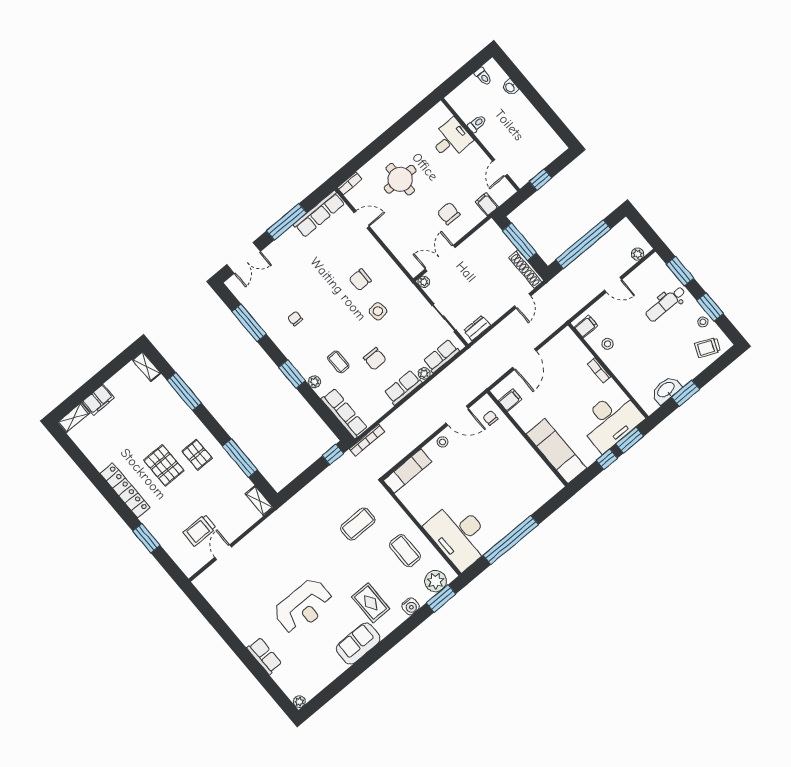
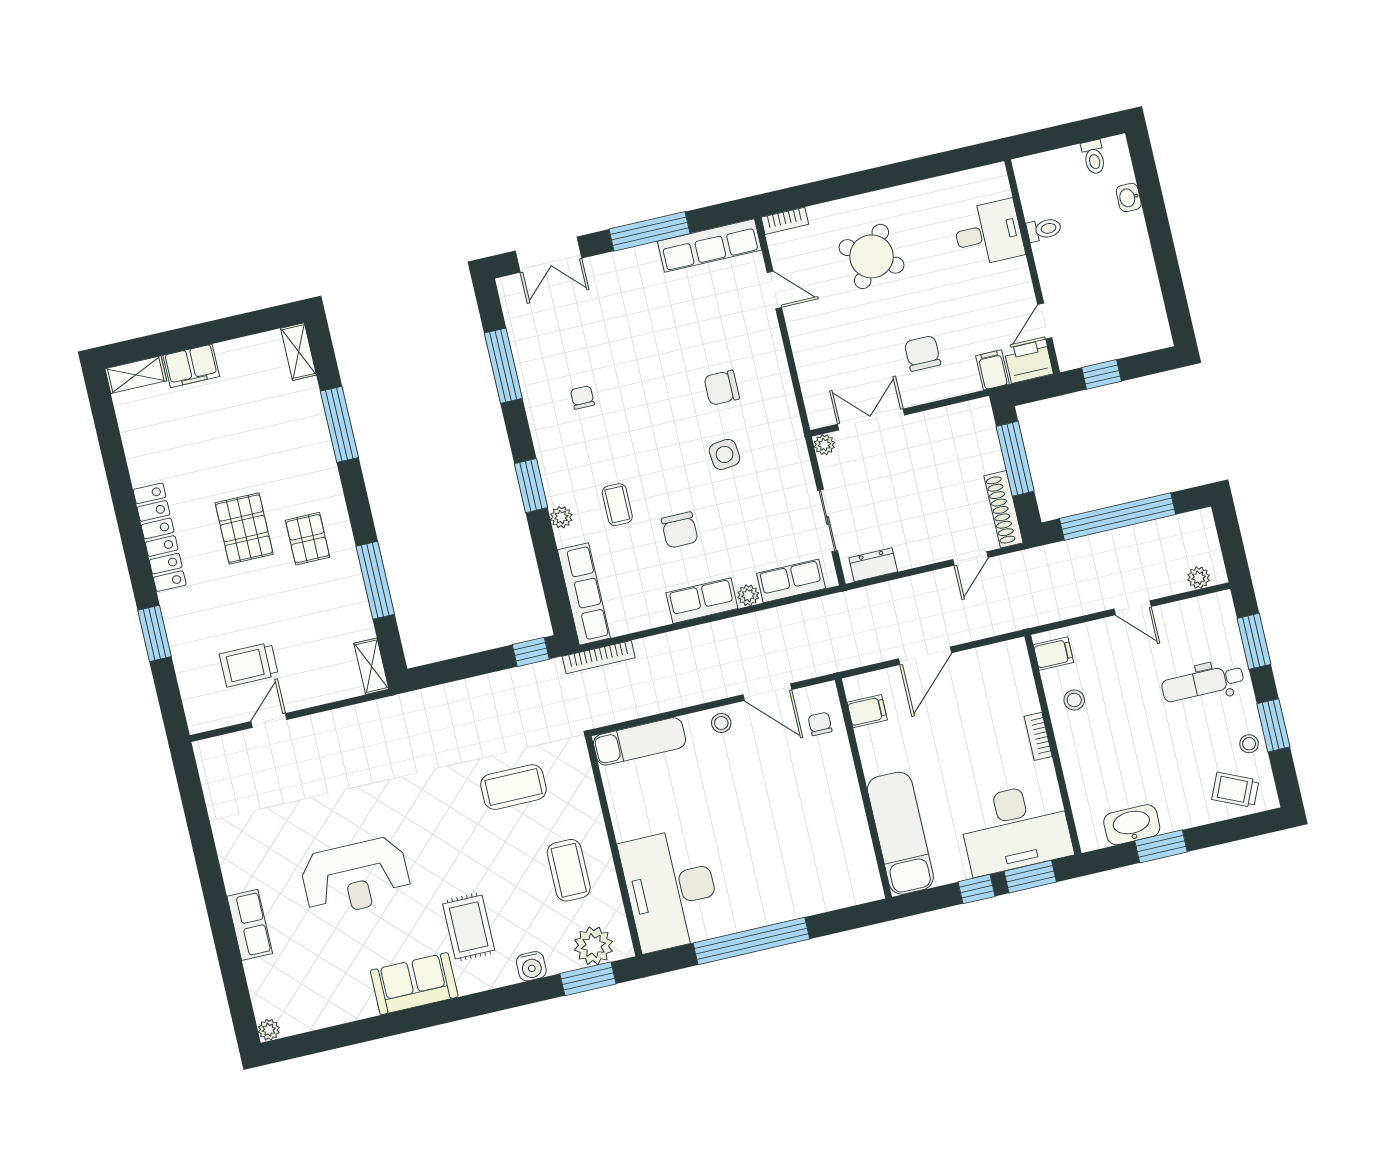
round table: (400, 179) -> (872, 256), turned 33
printer: (502, 191) -> (1029, 362), added

